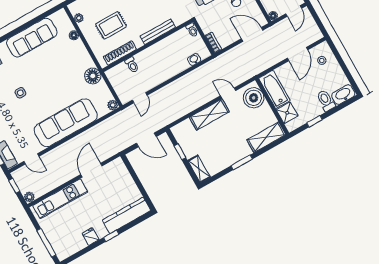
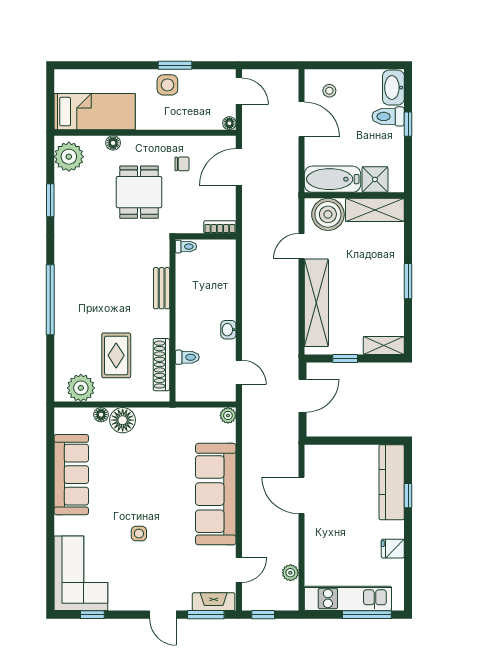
plant: (79, 18) -> (81, 388), width x1.88, depth x1.88
bench: (158, 32) -> (162, 288), width x0.73
washbasin: (194, 60) -> (228, 330), moved
floor lamp: (93, 76) -> (123, 420), moved
shelving: (209, 114) -> (316, 303), width x1.47
window: (315, 121) -> (408, 124), moved
shelving: (266, 137) -> (375, 210), moved, turned 90
plant: (29, 197) -> (290, 573), moved
kitchen unit: (60, 199) -> (348, 598), moved, turned -90
window: (111, 236) -> (408, 496), moved

